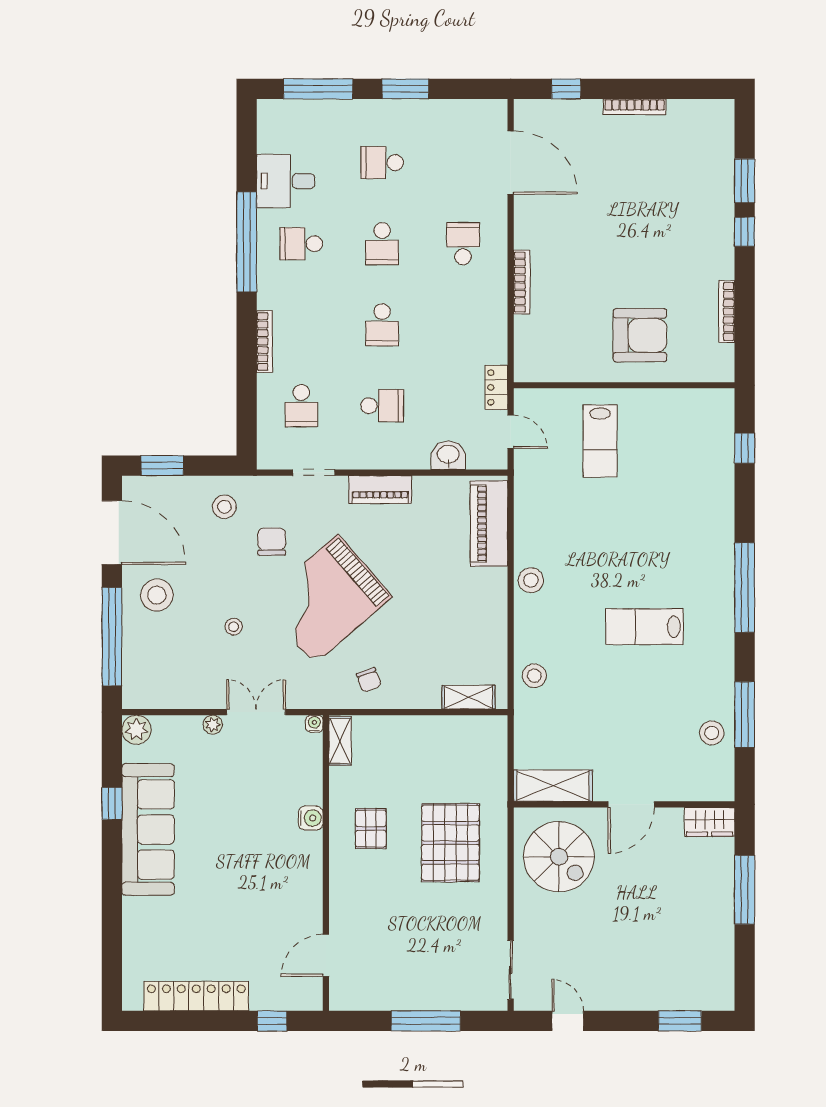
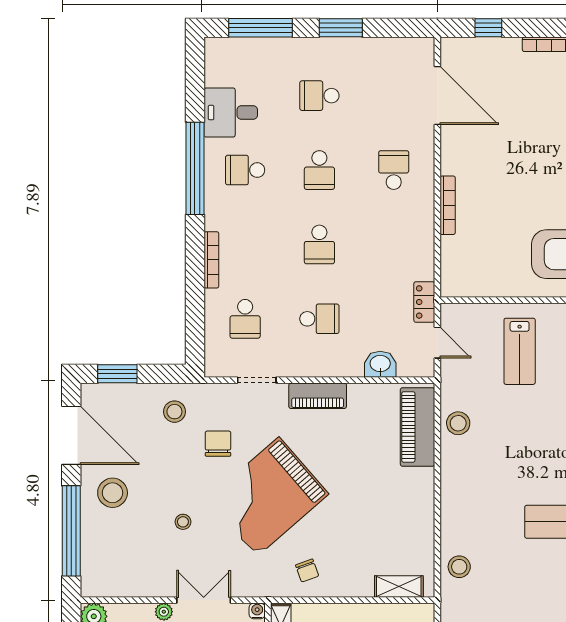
stool: (531, 580) -> (458, 423), moved

